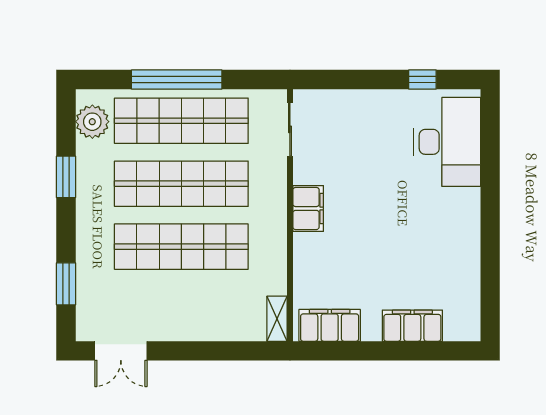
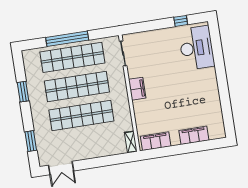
plant: (92, 122) -> (31, 64), removed

